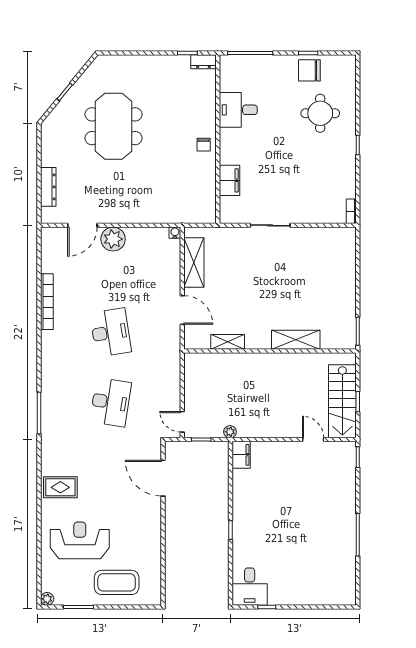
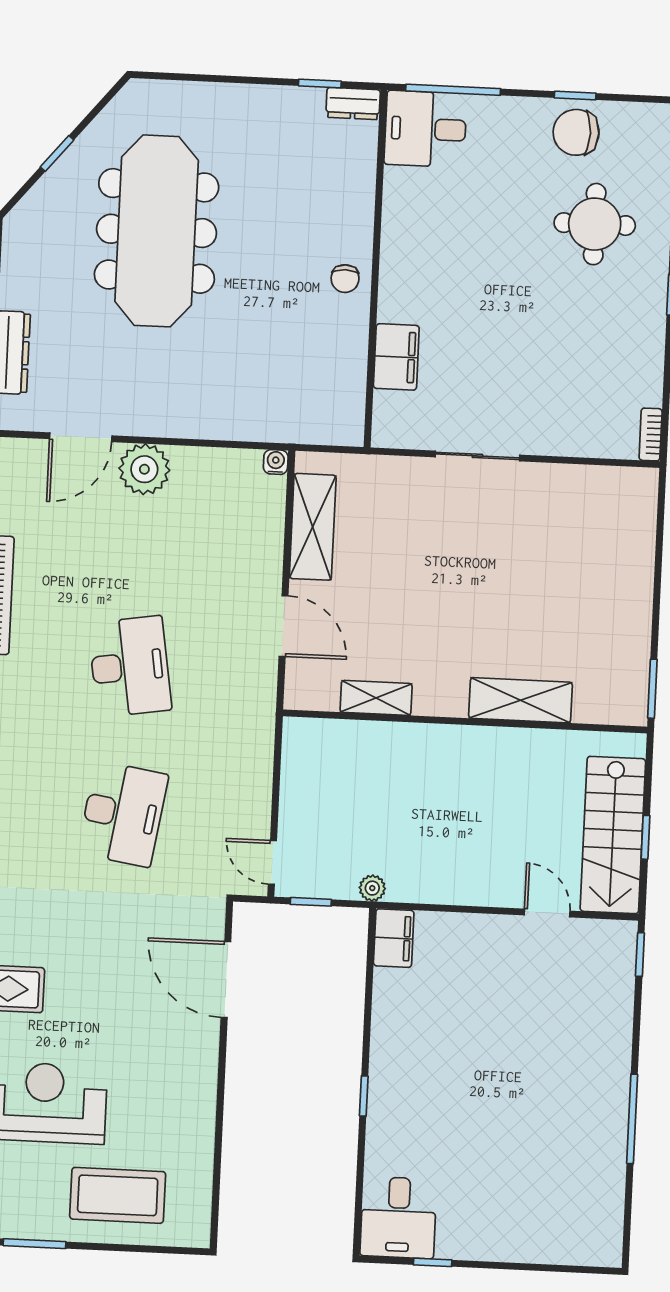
desk: (238, 110) -> (425, 129), moved
meeting table: (113, 126) -> (157, 231), width x1.36

